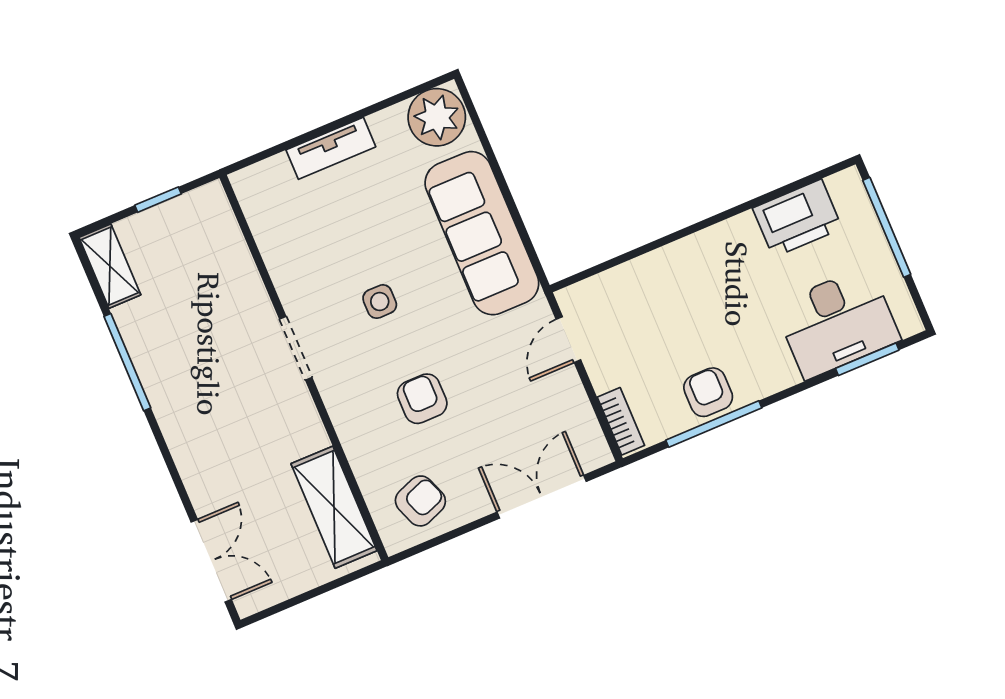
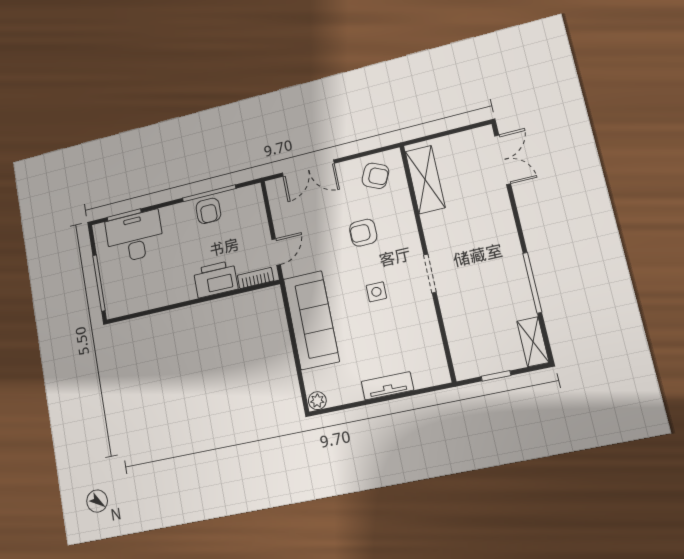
plant: (437, 117) -> (317, 401), width x0.53, depth x0.53
printer: (797, 218) -> (216, 279), moved
armchair: (422, 399) -> (363, 233), turned 90
bookcase: (621, 421) -> (256, 278), moved, turned 90
armchair: (420, 501) -> (375, 176), turned -134
double door: (211, 561) -> (503, 160), swing flipped

